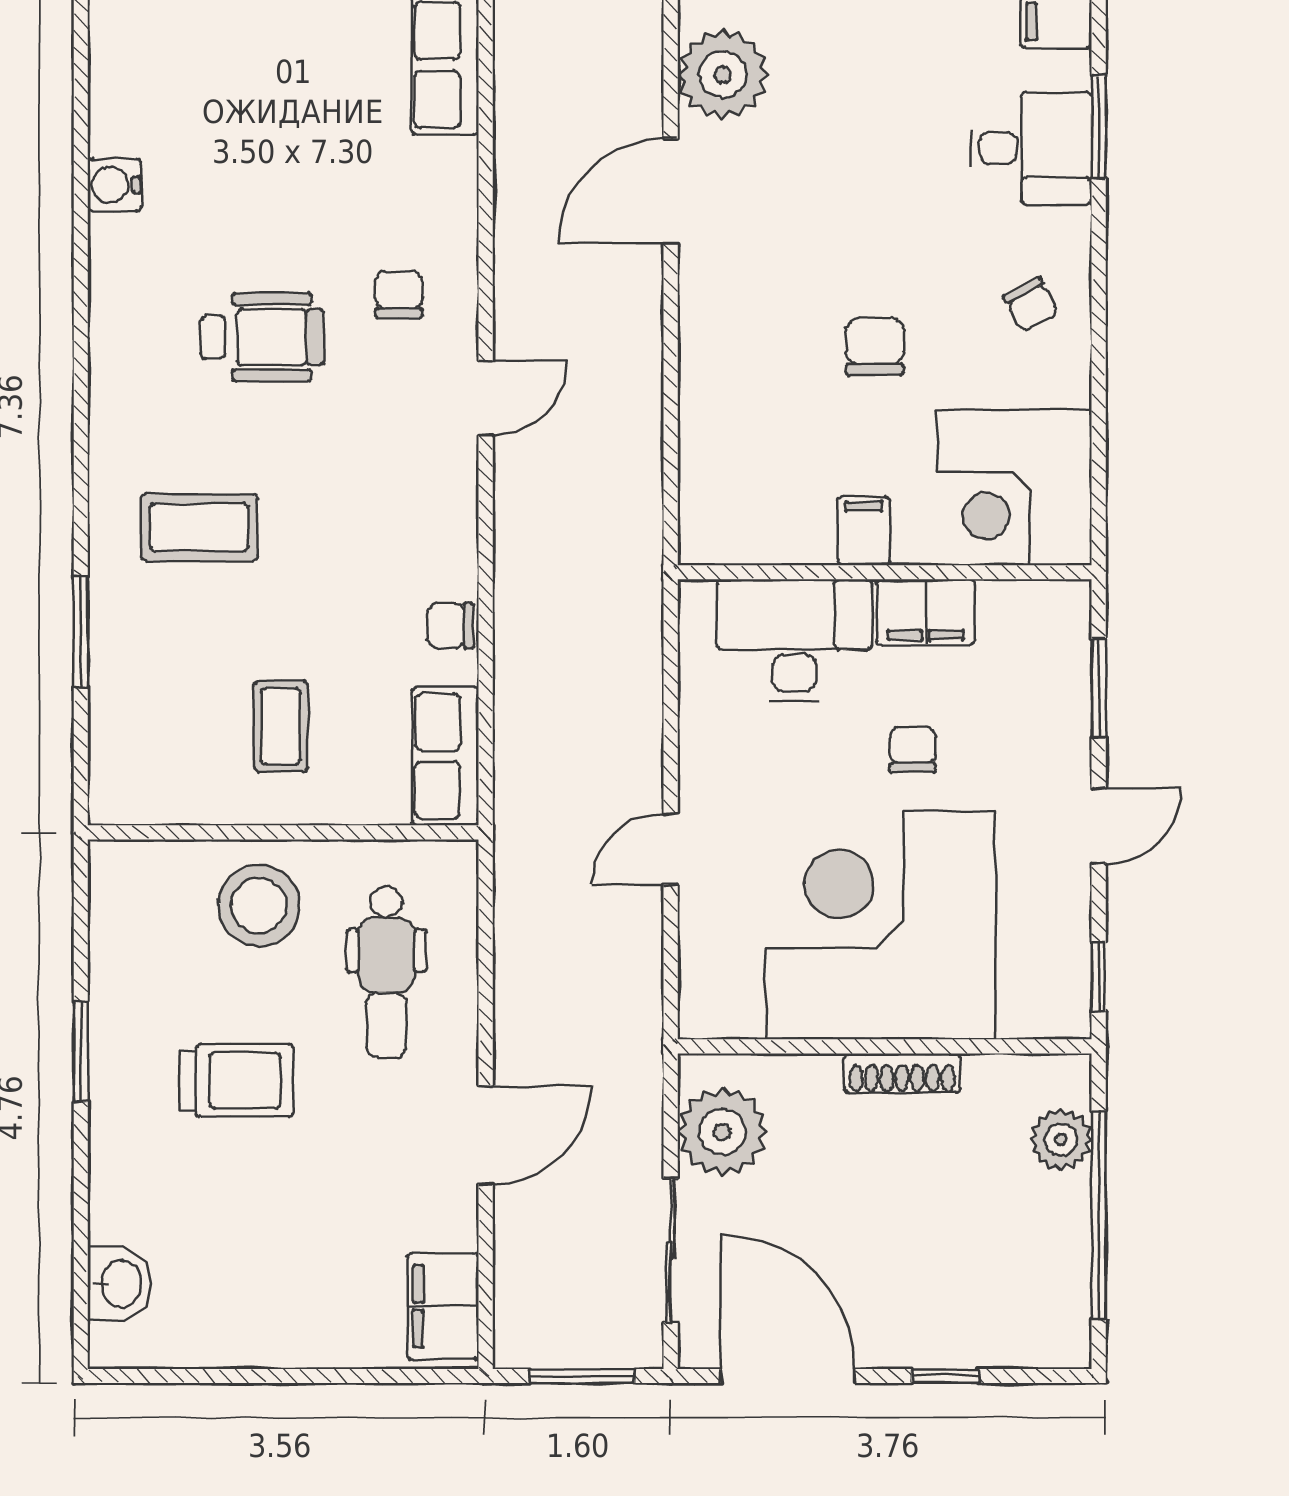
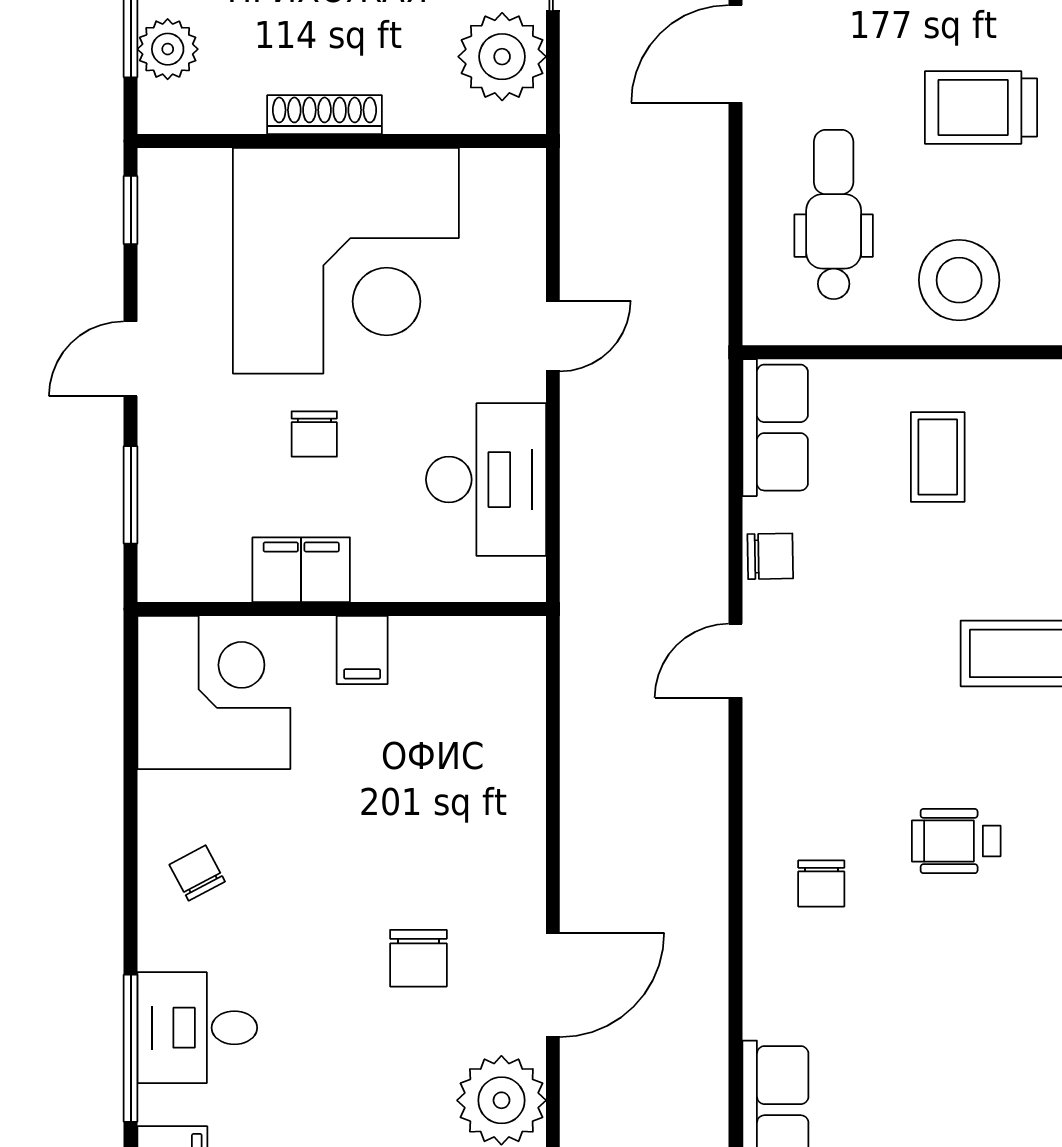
window: (1099, 127) -> (131, 1048), width x1.44
wheelchair: (262, 337) -> (956, 841), width x0.73, depth x0.73
chair: (875, 346) -> (418, 958), moved
door: (486, 398) -> (736, 661), moved
desk: (794, 640) -> (486, 480), moved, turned -90

